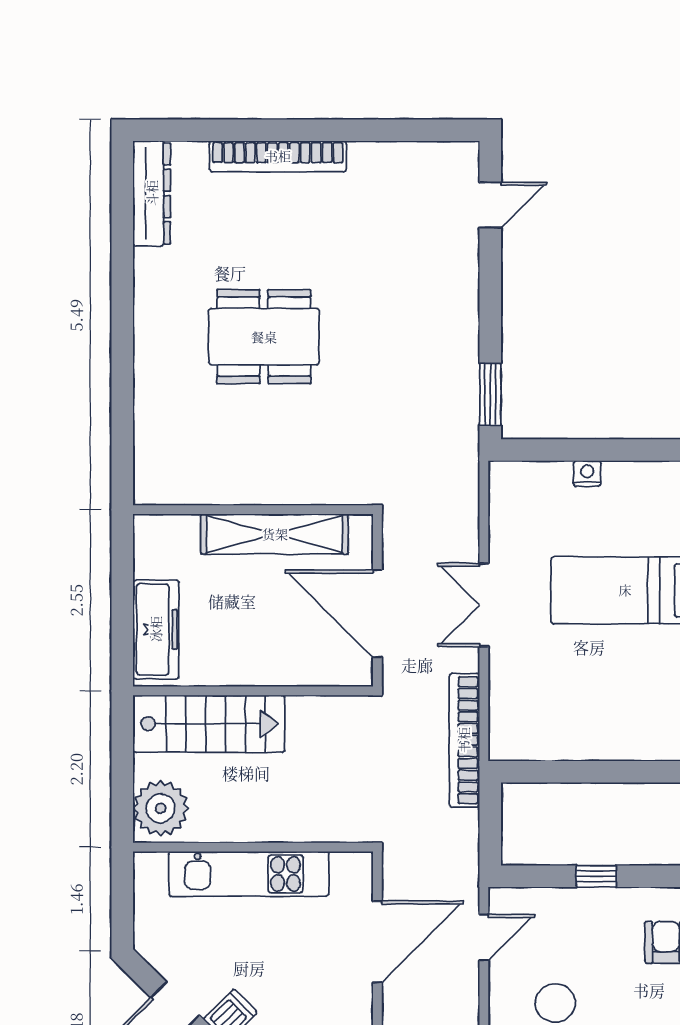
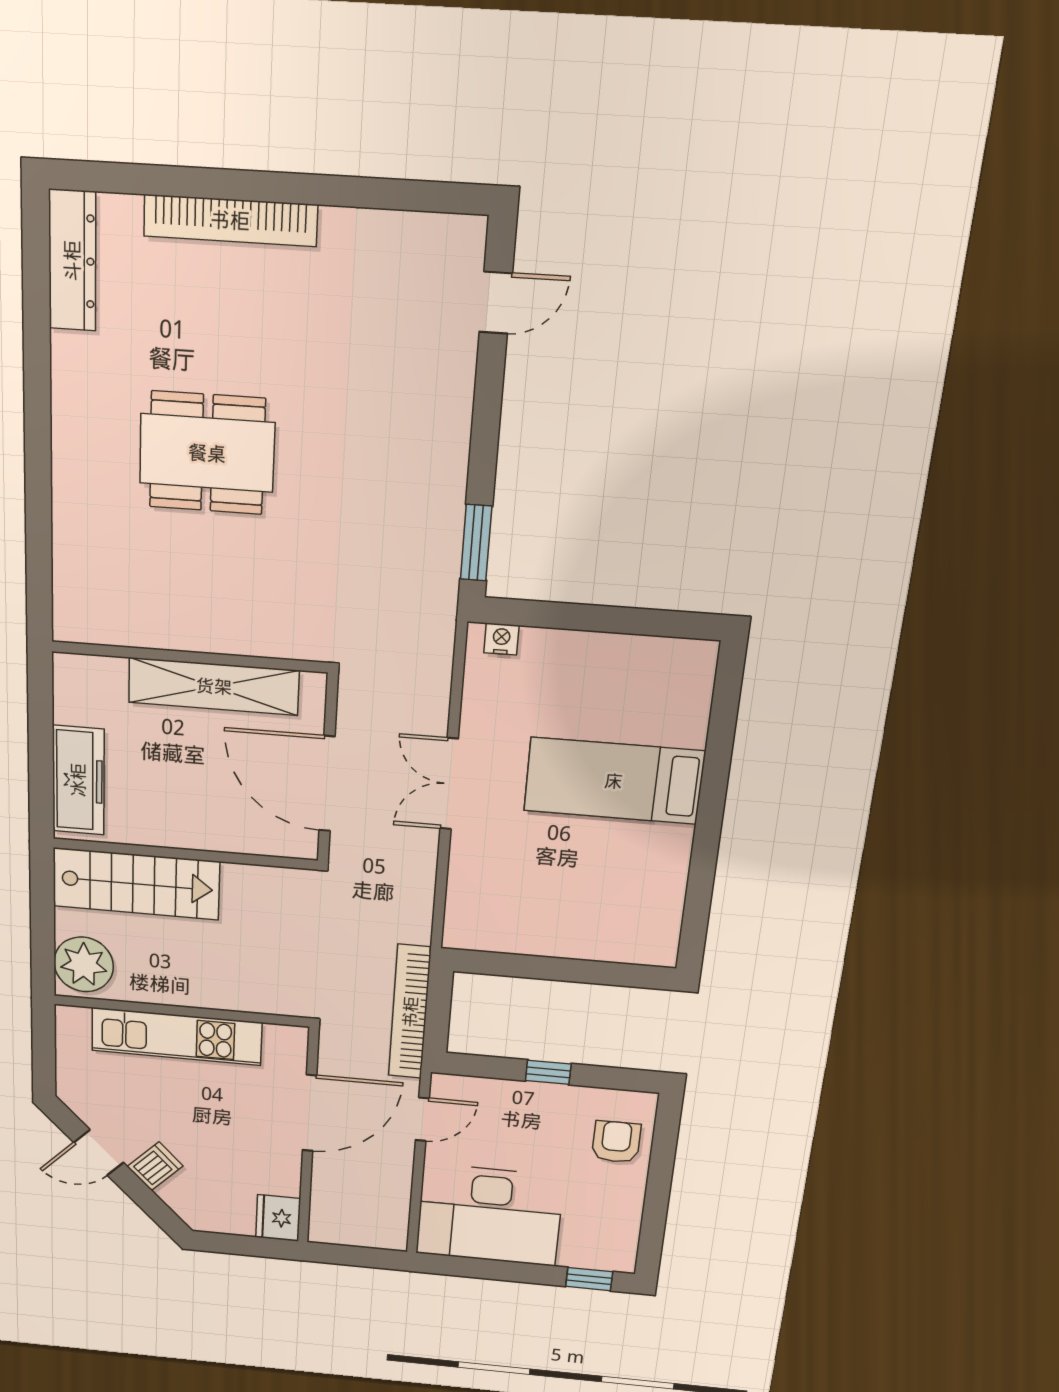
nightstand: (587, 474) -> (501, 639), moved
bookcase: (464, 740) -> (410, 1012), moved

